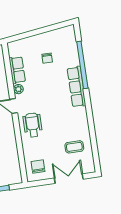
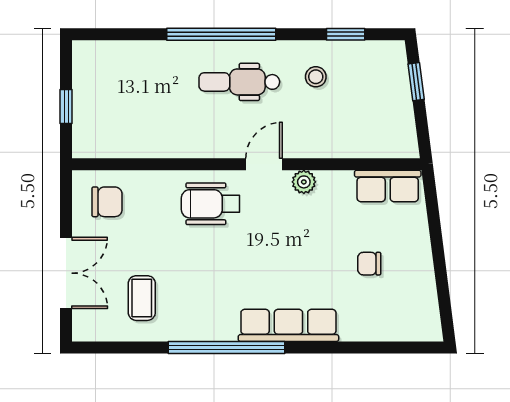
window: (82, 65) -> (226, 347), moved
row of seats: (17, 70) -> (388, 186), moved
wheelchair: (33, 125) -> (211, 204), turned 180

